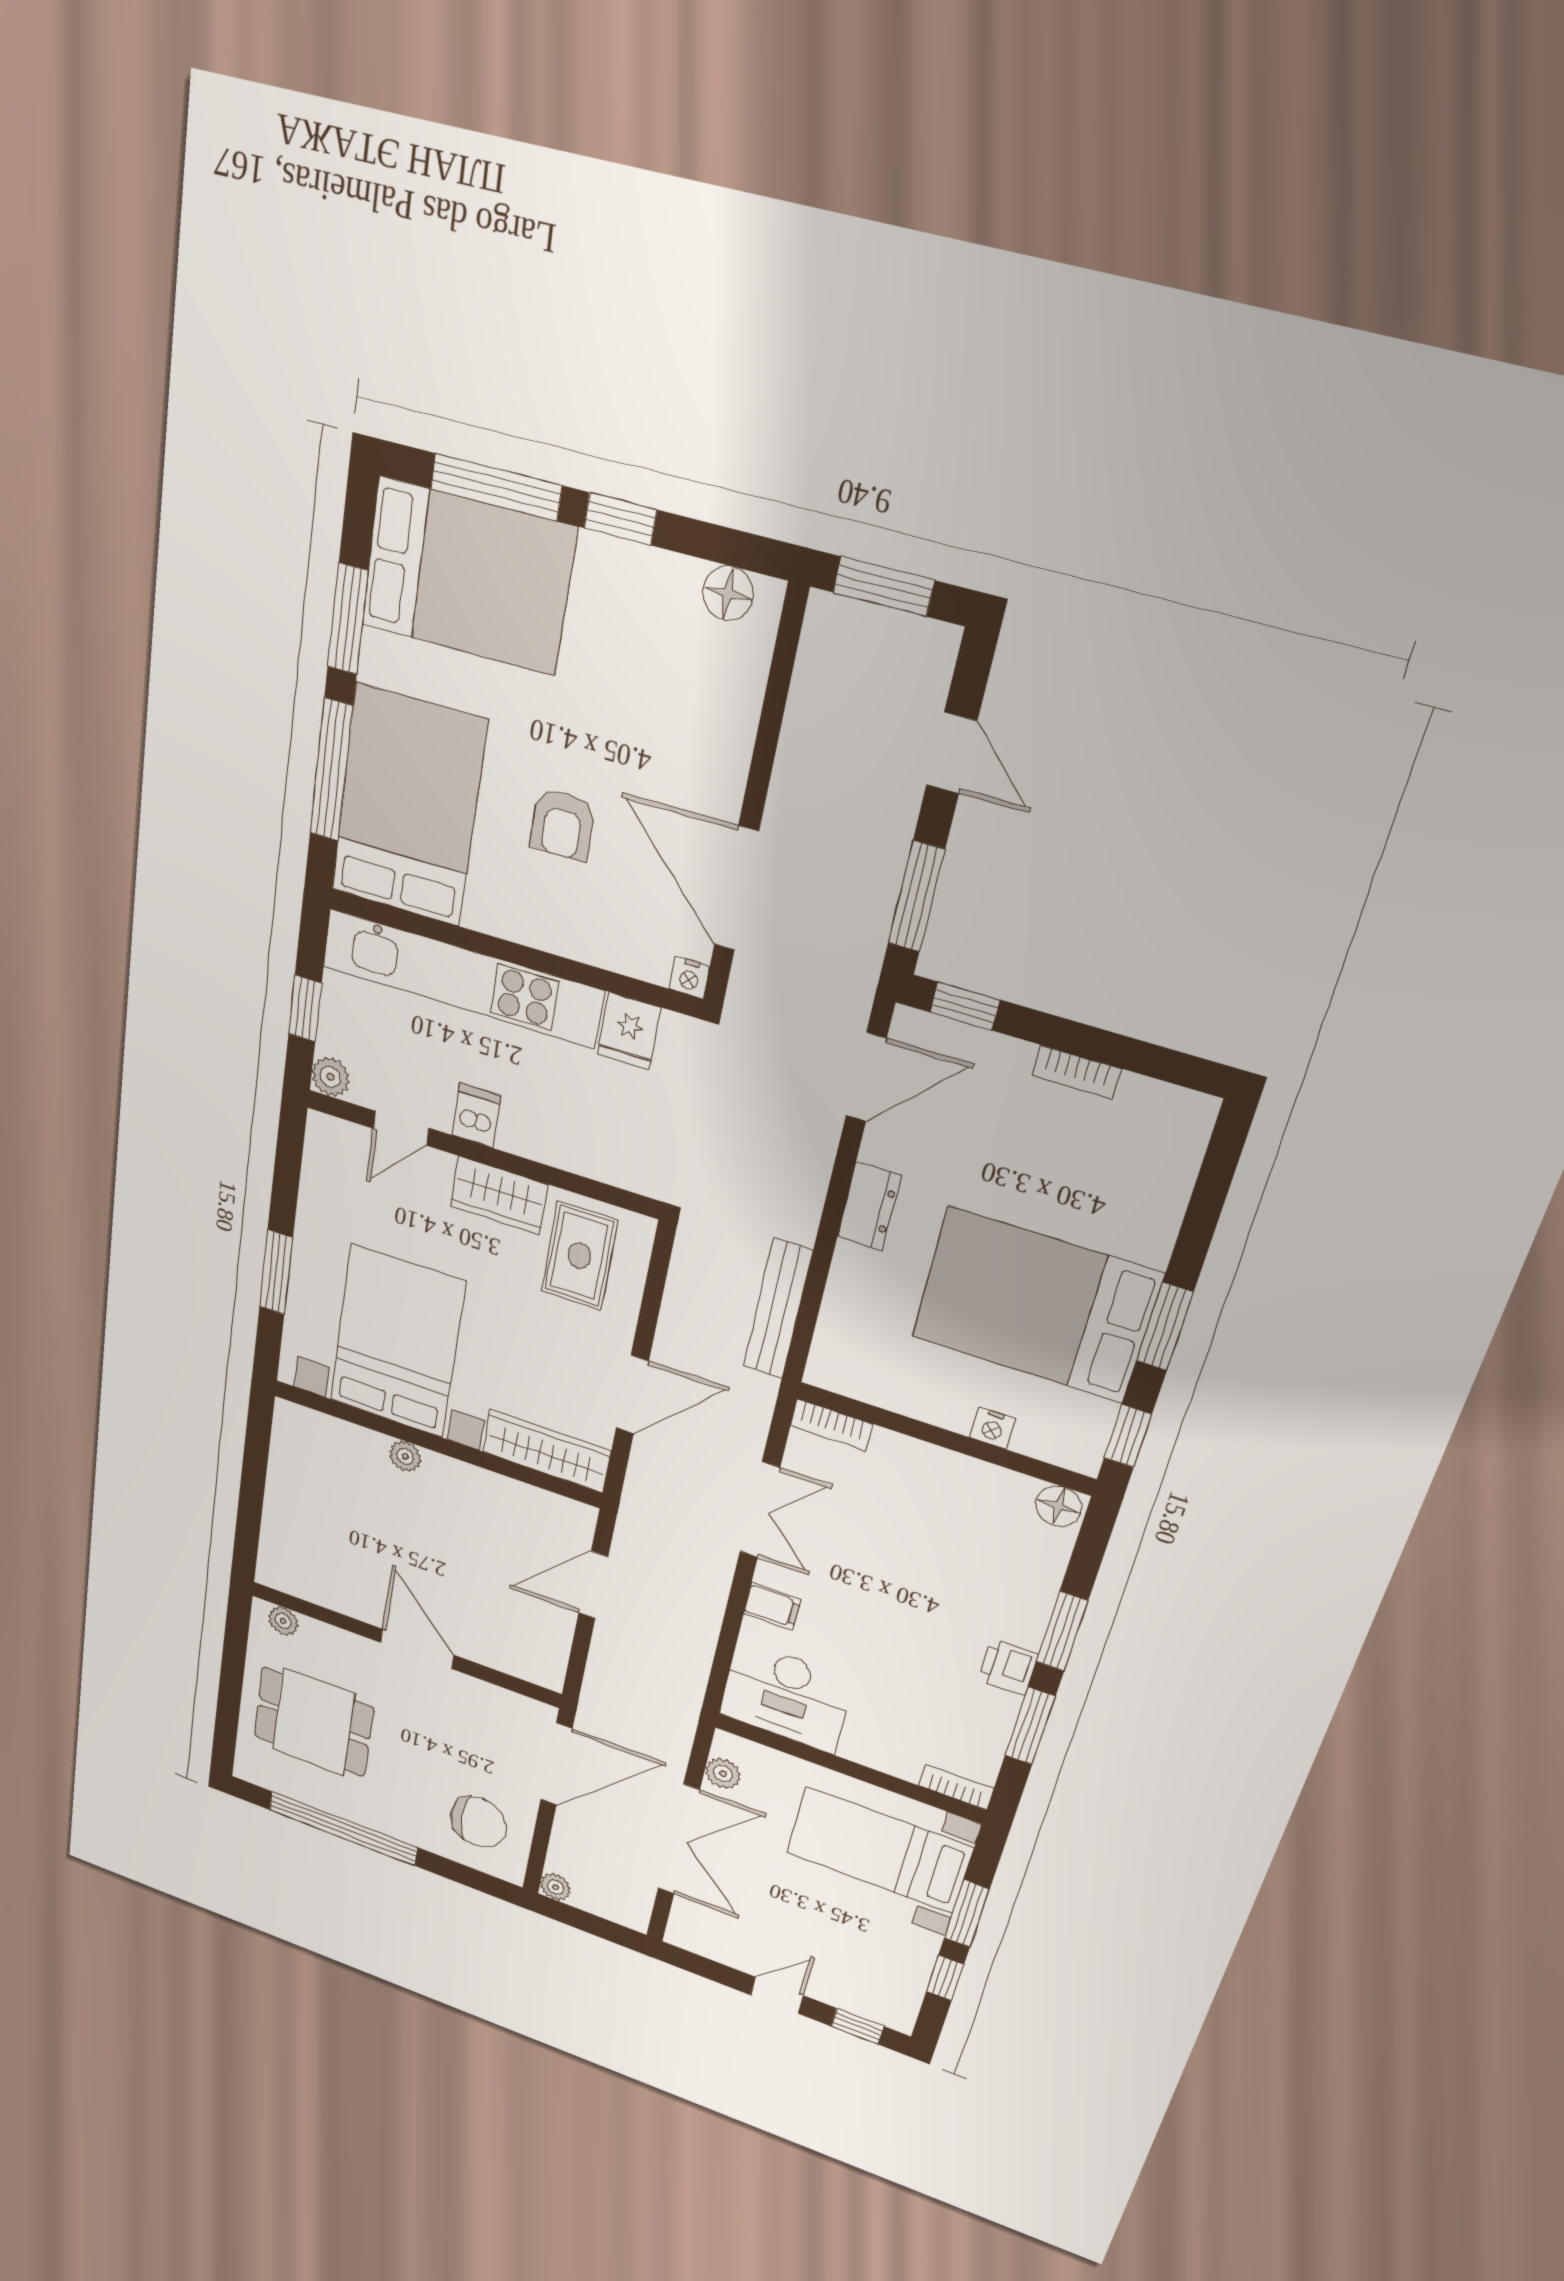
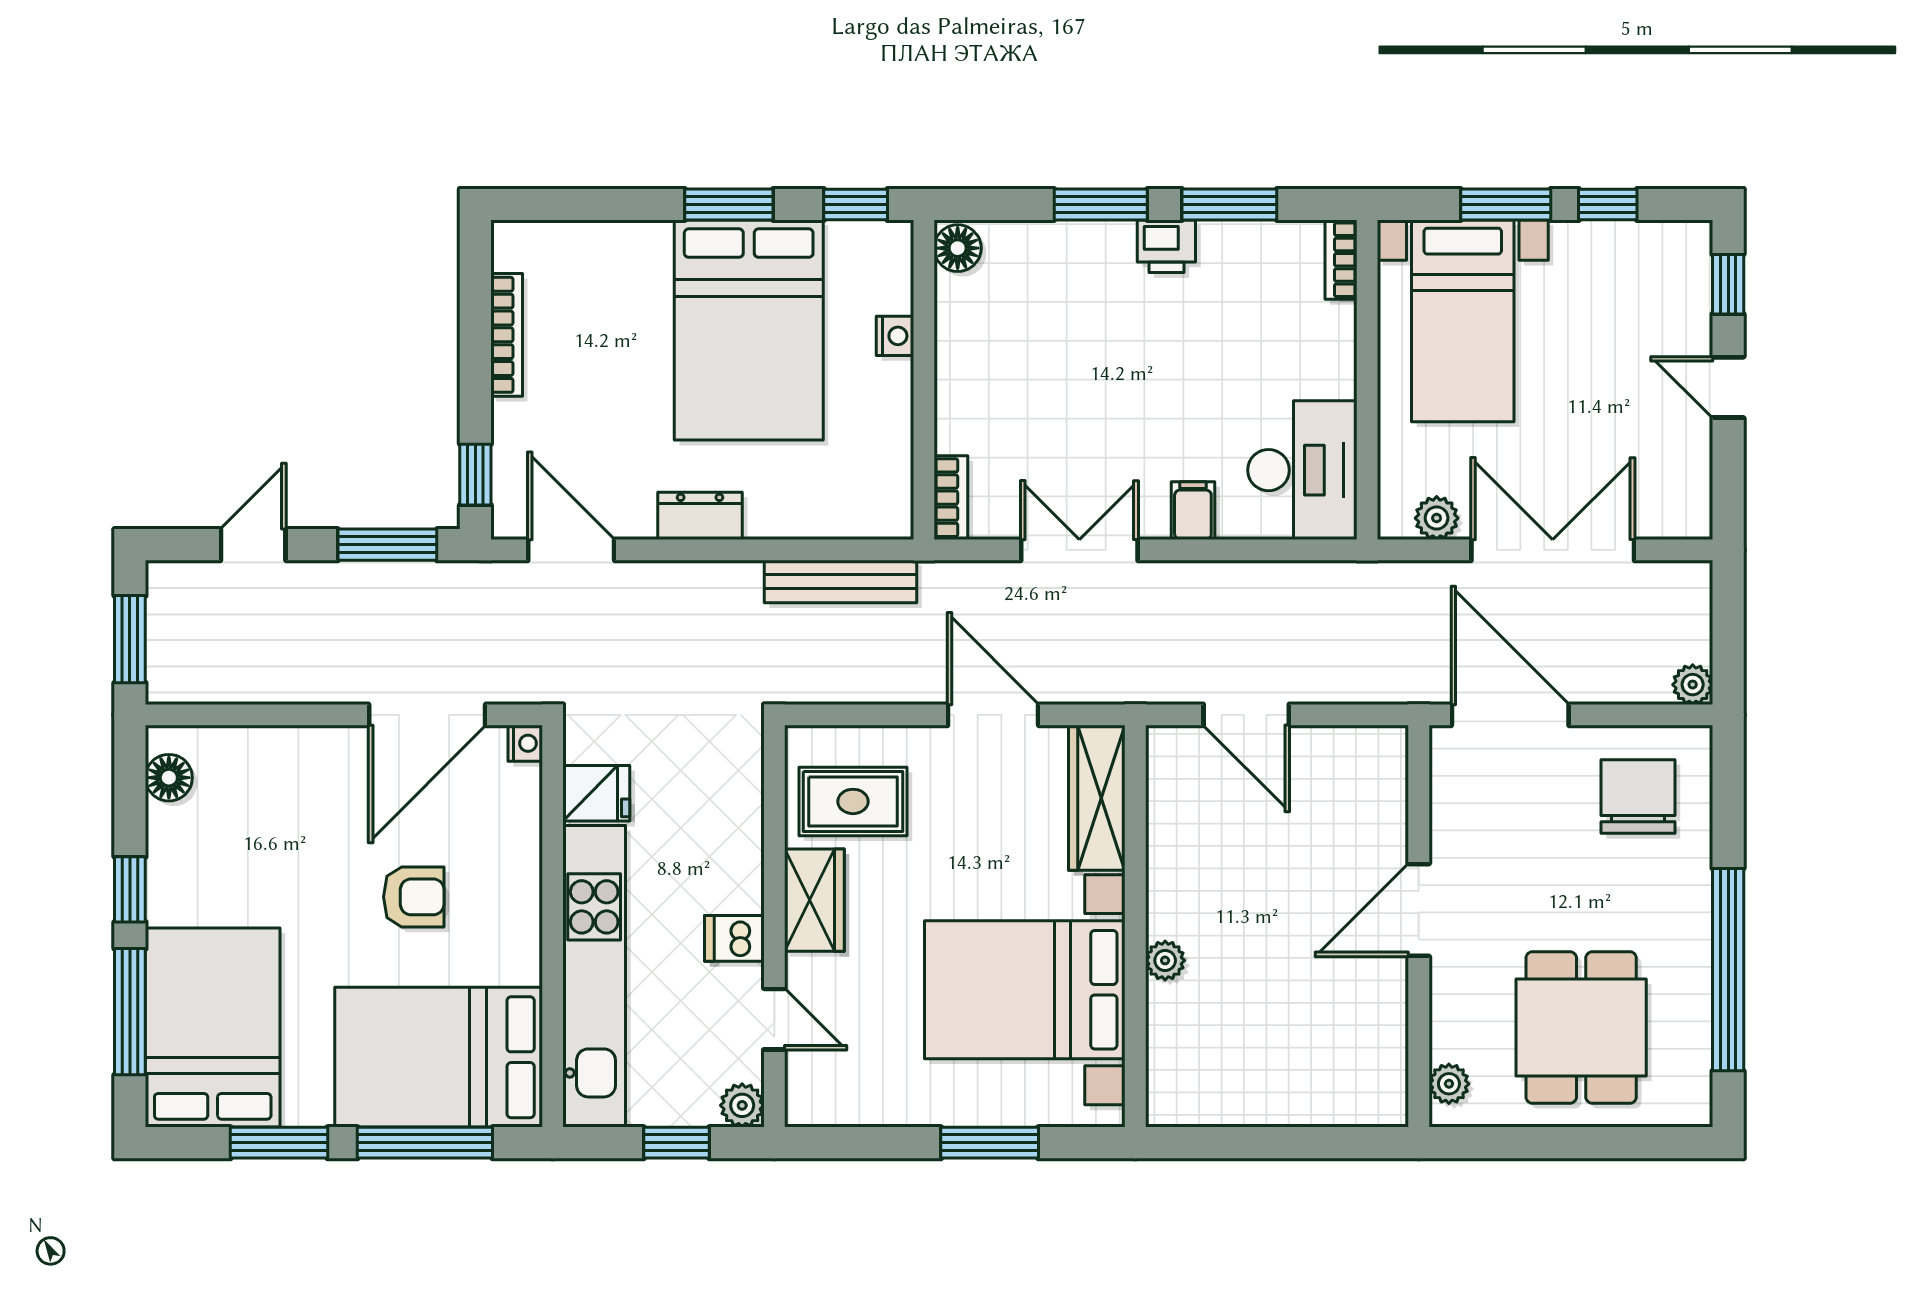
bookcase: (1076, 1072) -> (507, 335), width x1.56

